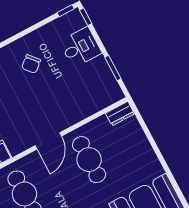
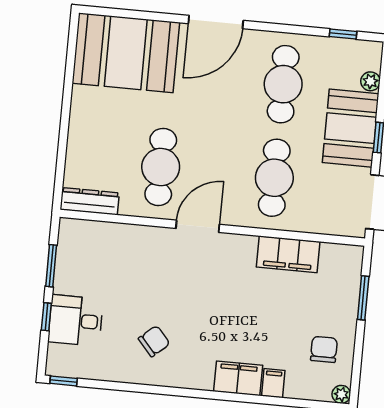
window: (86, 17) -> (46, 317), moved
dresser: (120, 114) -> (90, 201), width x1.44

